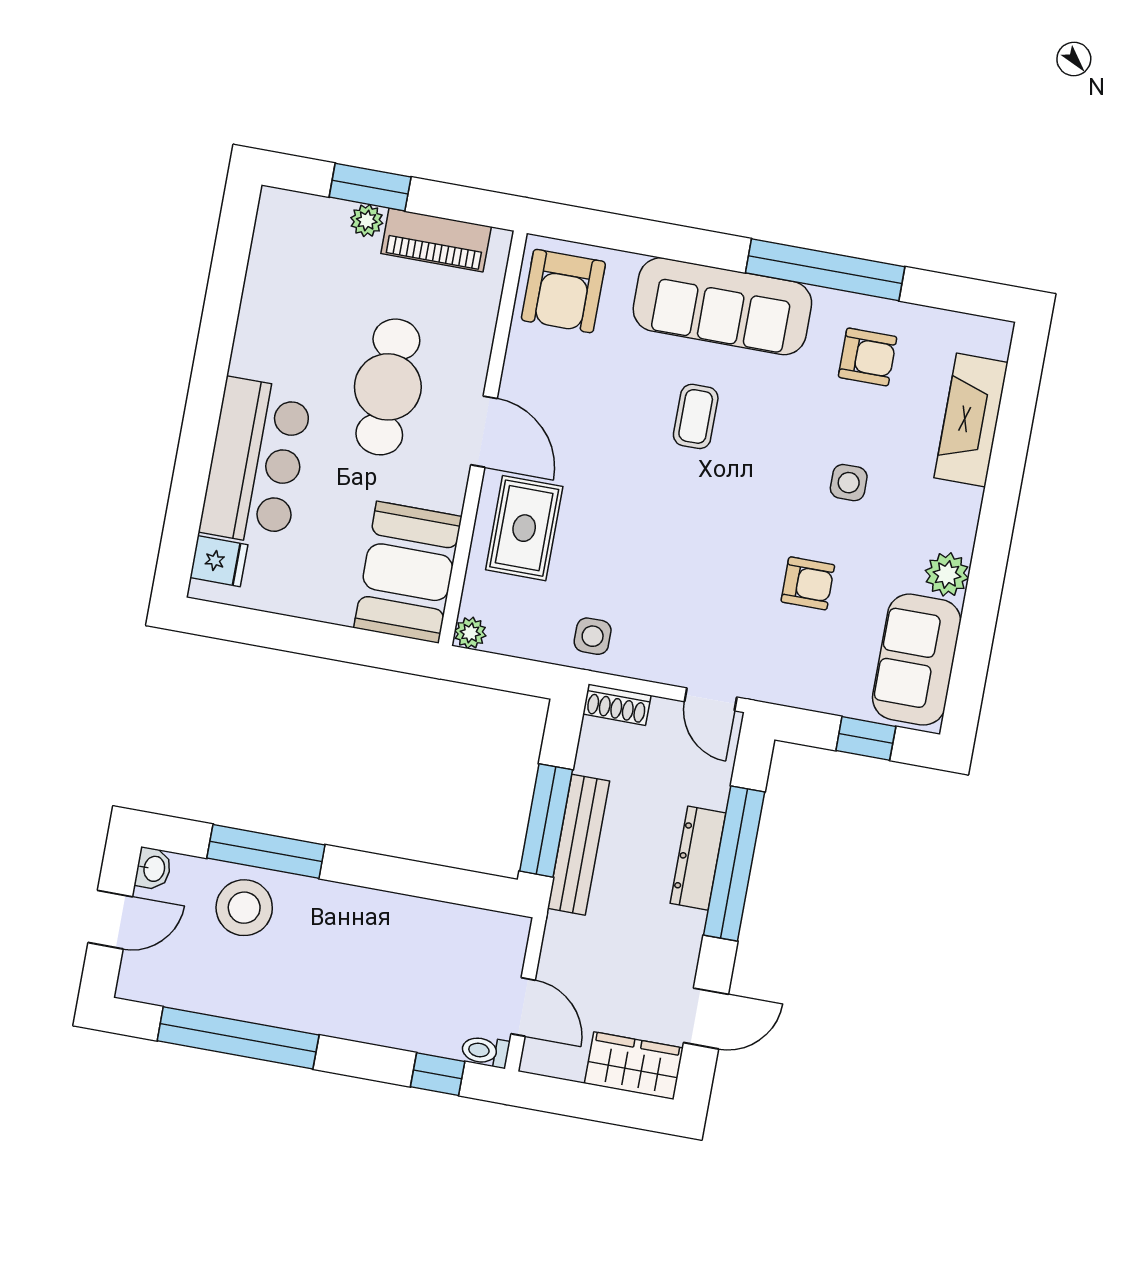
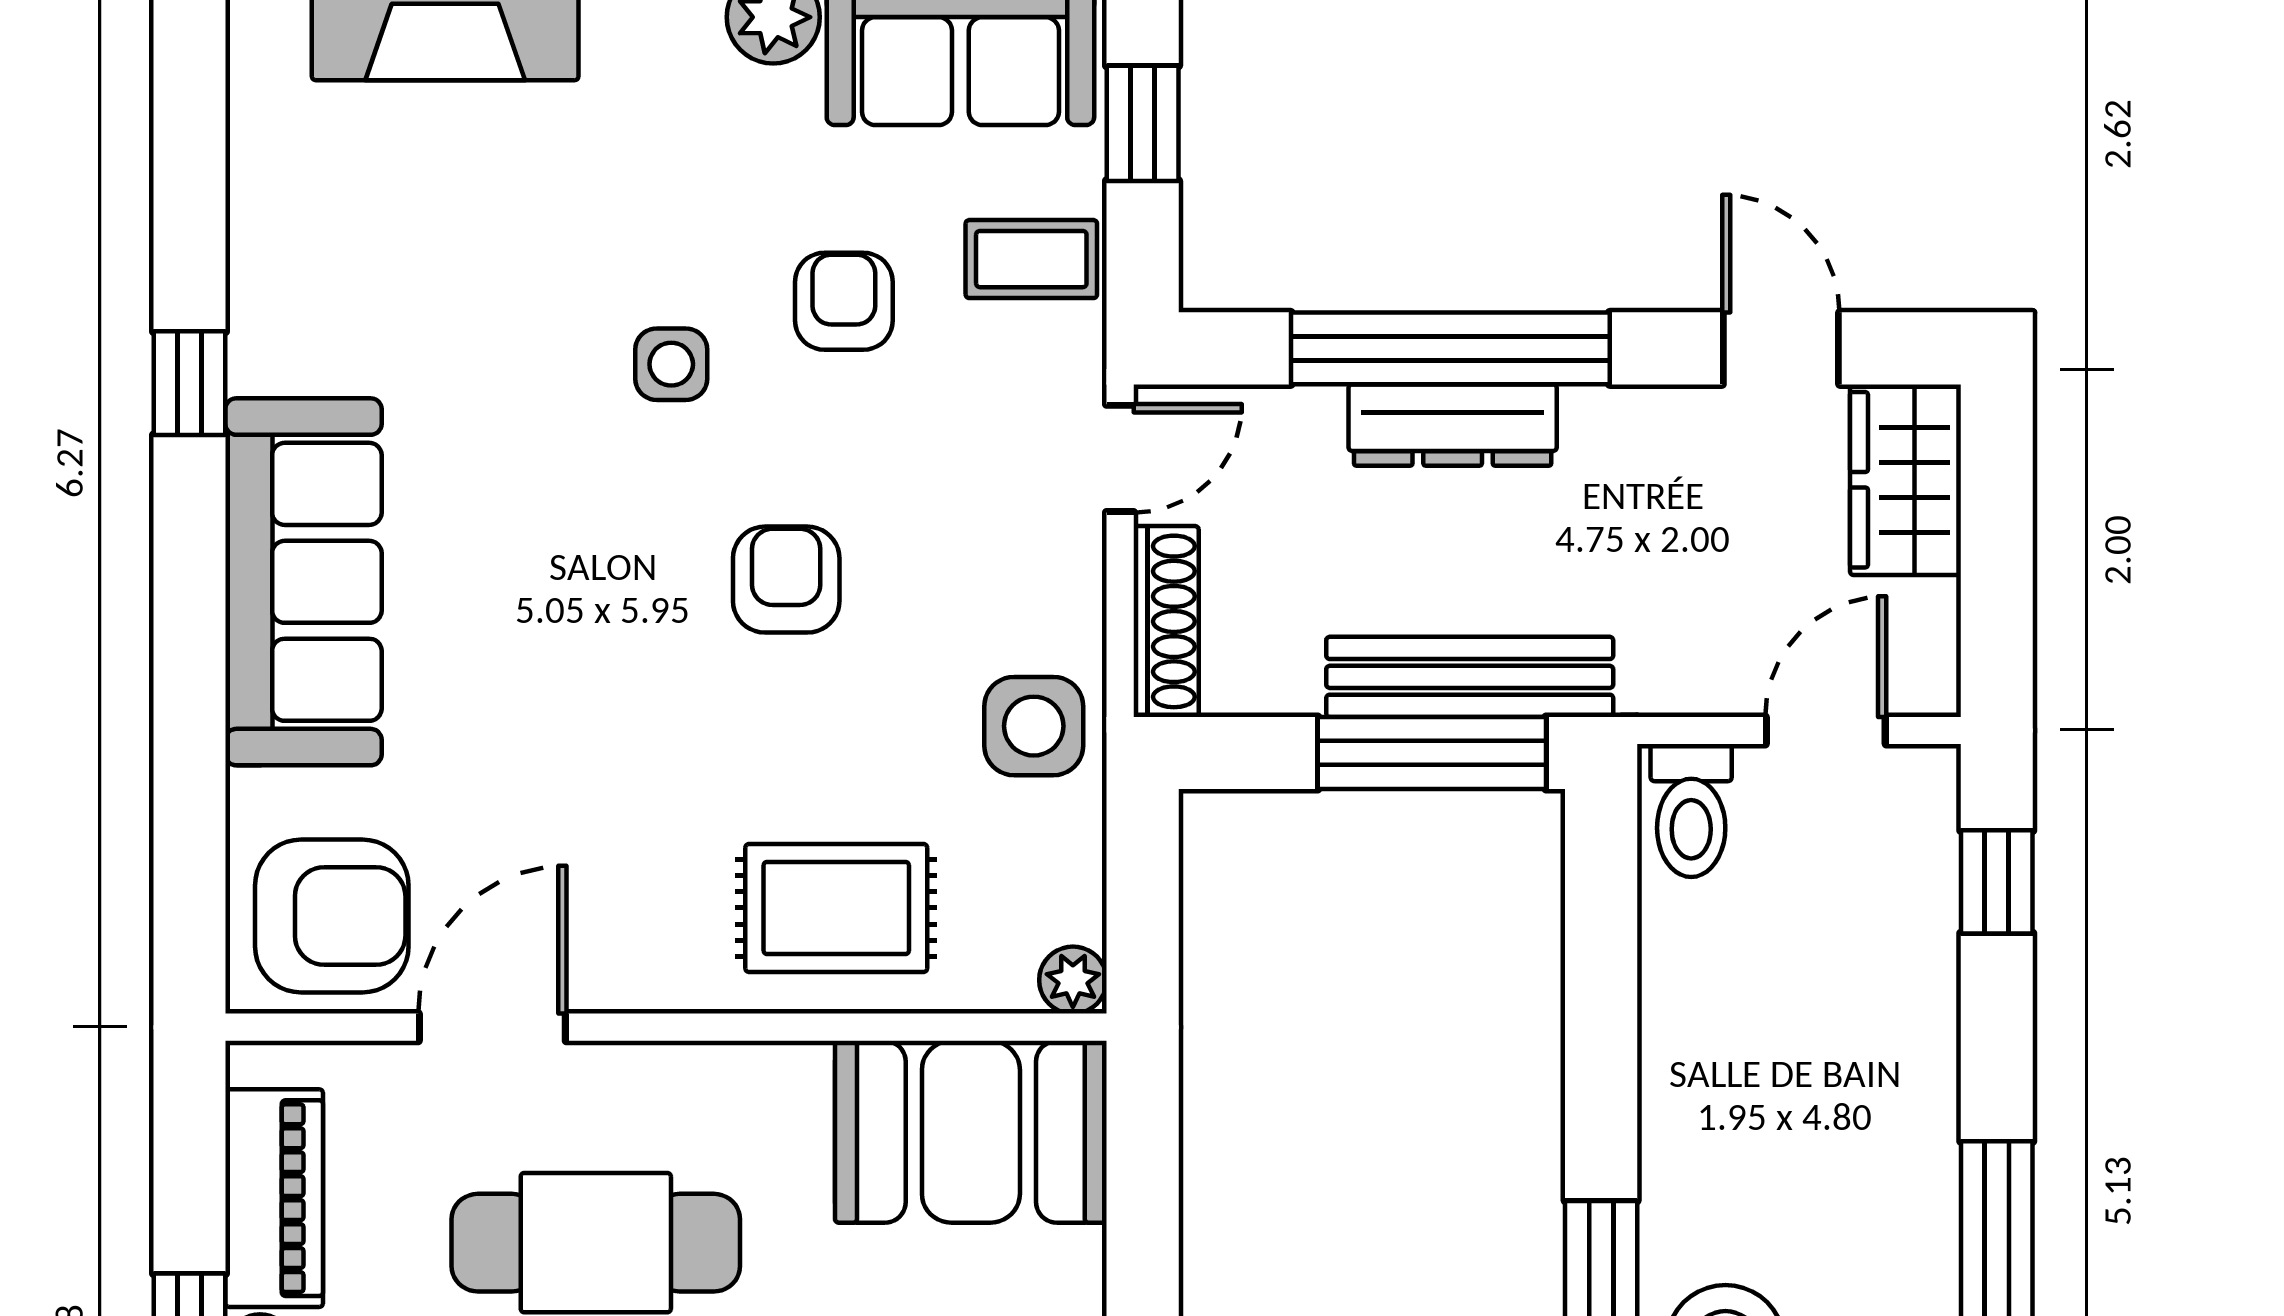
window: (825, 270) -> (189, 383), width x0.32
armchair: (868, 357) -> (786, 580), moved
coffee table: (696, 416) -> (1031, 259), moved
door: (484, 432) -> (492, 1027), moved
side table: (849, 483) -> (671, 364), moved
side table: (593, 636) -> (1034, 726), width x1.37, depth x1.37
shoe rack: (617, 705) -> (1166, 621), width x1.43
toilet: (485, 1051) -> (1691, 811), moved, width x1.37, depth x1.39

